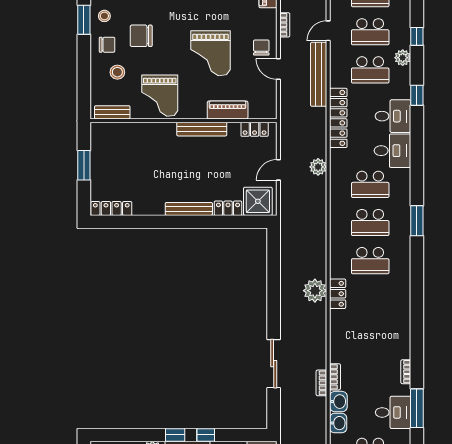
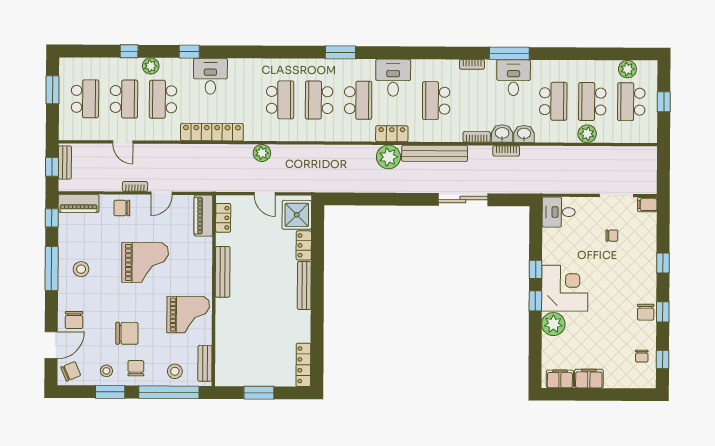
bookcase: (285, 25) -> (135, 186), moved
chair: (141, 36) -> (127, 333), turned -90
chair: (261, 47) -> (122, 208), moved
school desk: (370, 70) -> (163, 99), turned 180
stool: (117, 72) -> (175, 371), moved
bench: (319, 74) -> (435, 153), moved
window: (84, 77) -> (169, 392), added
piano: (228, 110) -> (203, 216), moved
desk: (392, 151) -> (393, 78), moved
window: (417, 221) -> (340, 52), moved
school desk: (370, 223) -> (319, 100), turned 180
school desk: (370, 337) -> (436, 101), added
bookcase: (321, 383) -> (506, 151), moved

